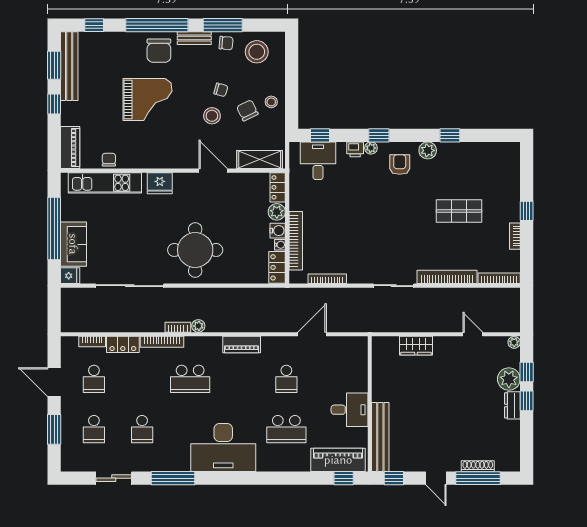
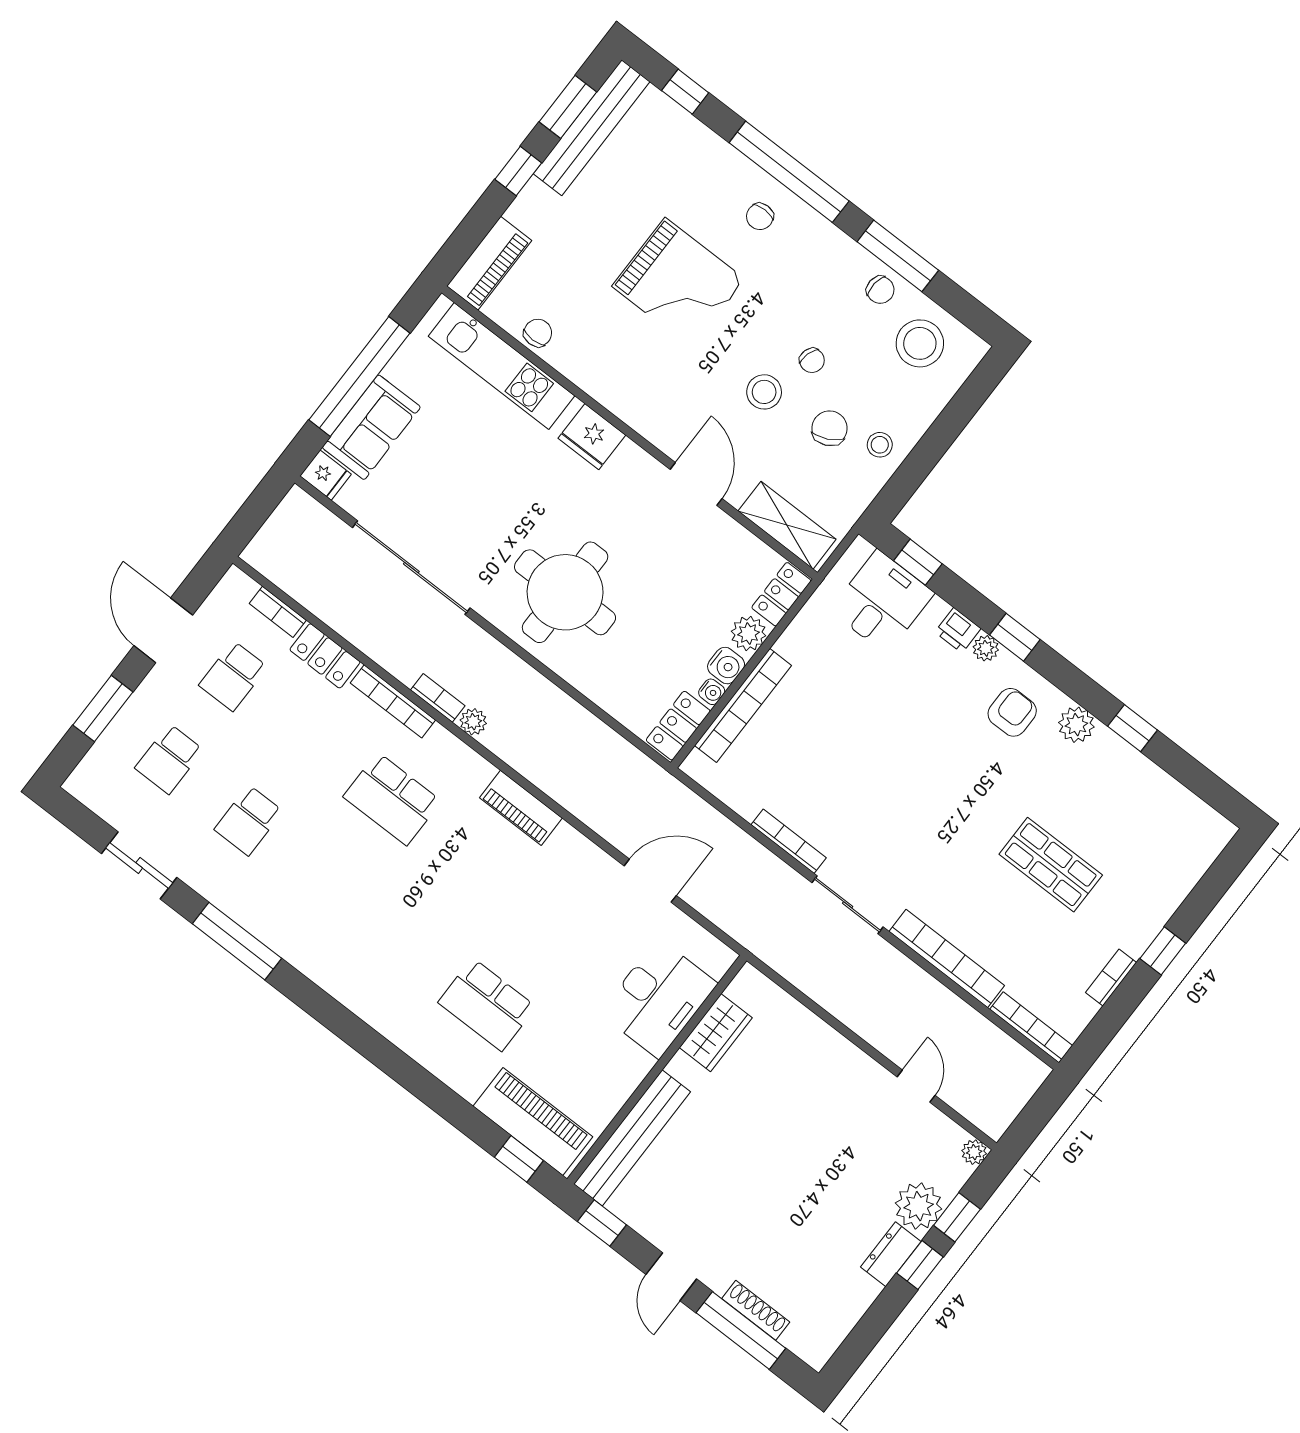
bench: (194, 38) -> (834, 241), removed
chair: (159, 51) -> (760, 217), width x0.54, depth x0.54
bookcase: (327, 279) -> (789, 841), moved
wardrobe: (416, 346) -> (716, 1033), moved, turned -90
school desk: (286, 379) -> (551, 922), removed
desk: (350, 410) -> (659, 998), moved, width x1.37
desk: (223, 447) -> (359, 954), removed

